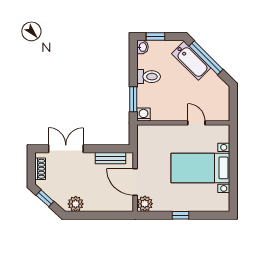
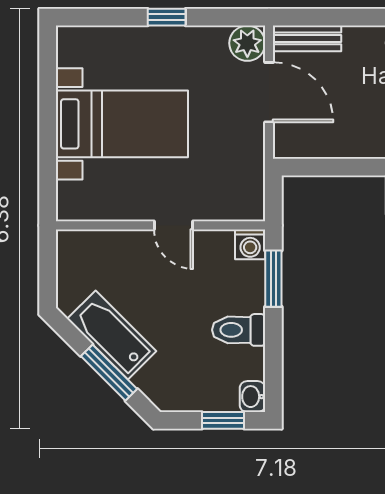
window: (206, 58) -> (109, 373), width x0.69
bathtub: (191, 61) -> (112, 335), moved
door: (196, 123) -> (174, 225), moved
bench: (110, 158) -> (307, 38), moved

